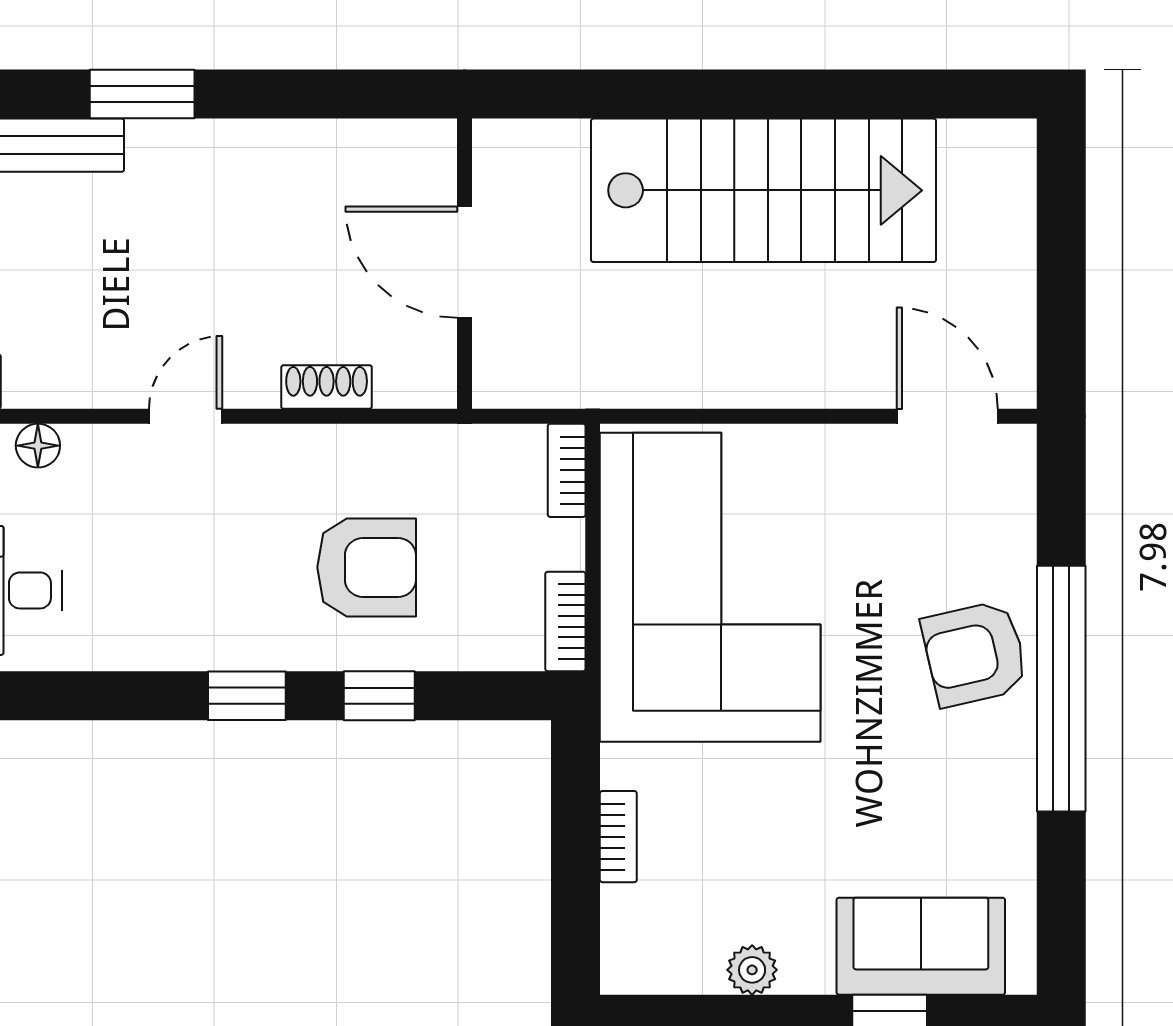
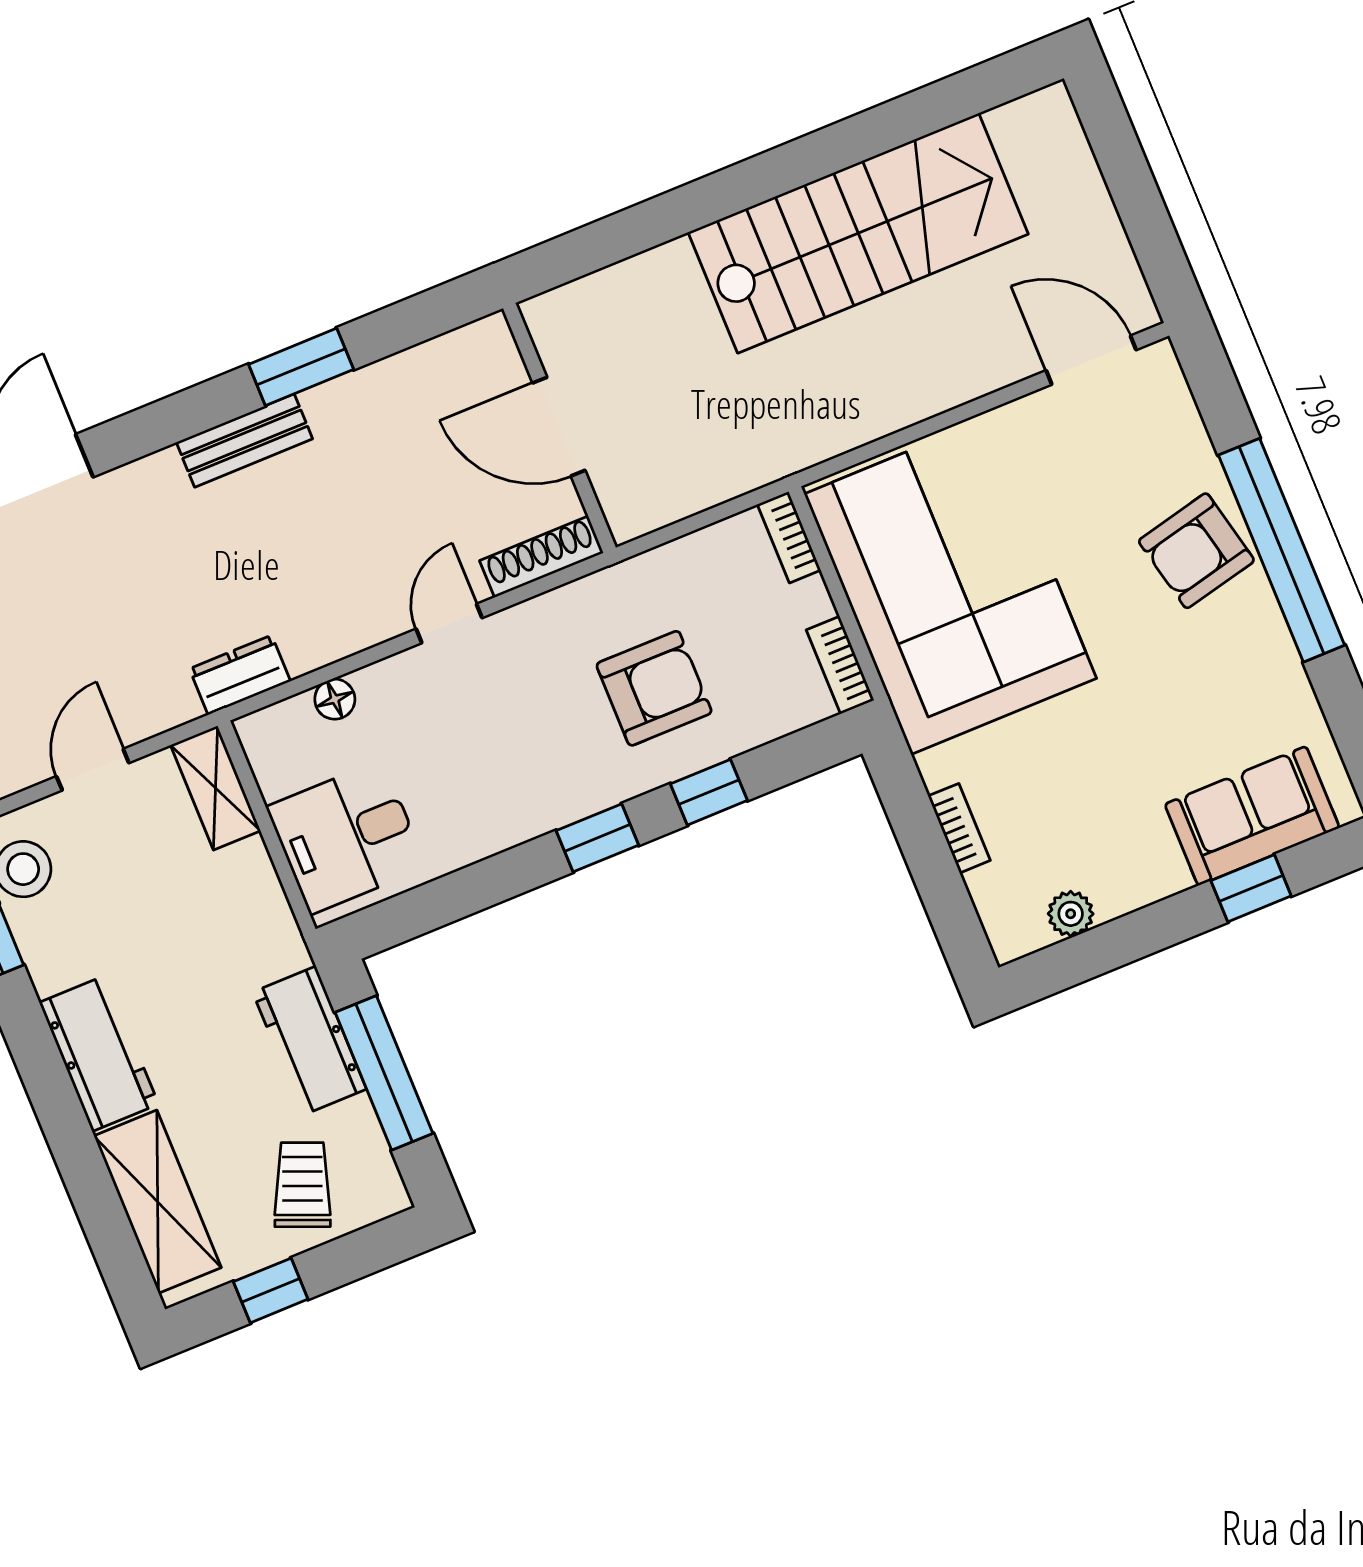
door: (465, 262) -> (559, 427), moved
wall: (465, 264) -> (559, 428), moved
shoe rack: (327, 387) -> (541, 557), width x1.43
plant: (752, 970) -> (1071, 914), moved

